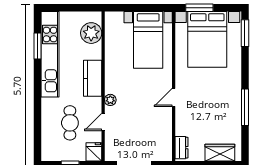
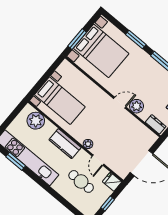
window: (245, 33) -> (136, 40), moved
bed with nightstands: (148, 40) -> (60, 101), moved
door: (174, 97) -> (120, 103), swing flipped
plant: (183, 116) -> (137, 106), added

